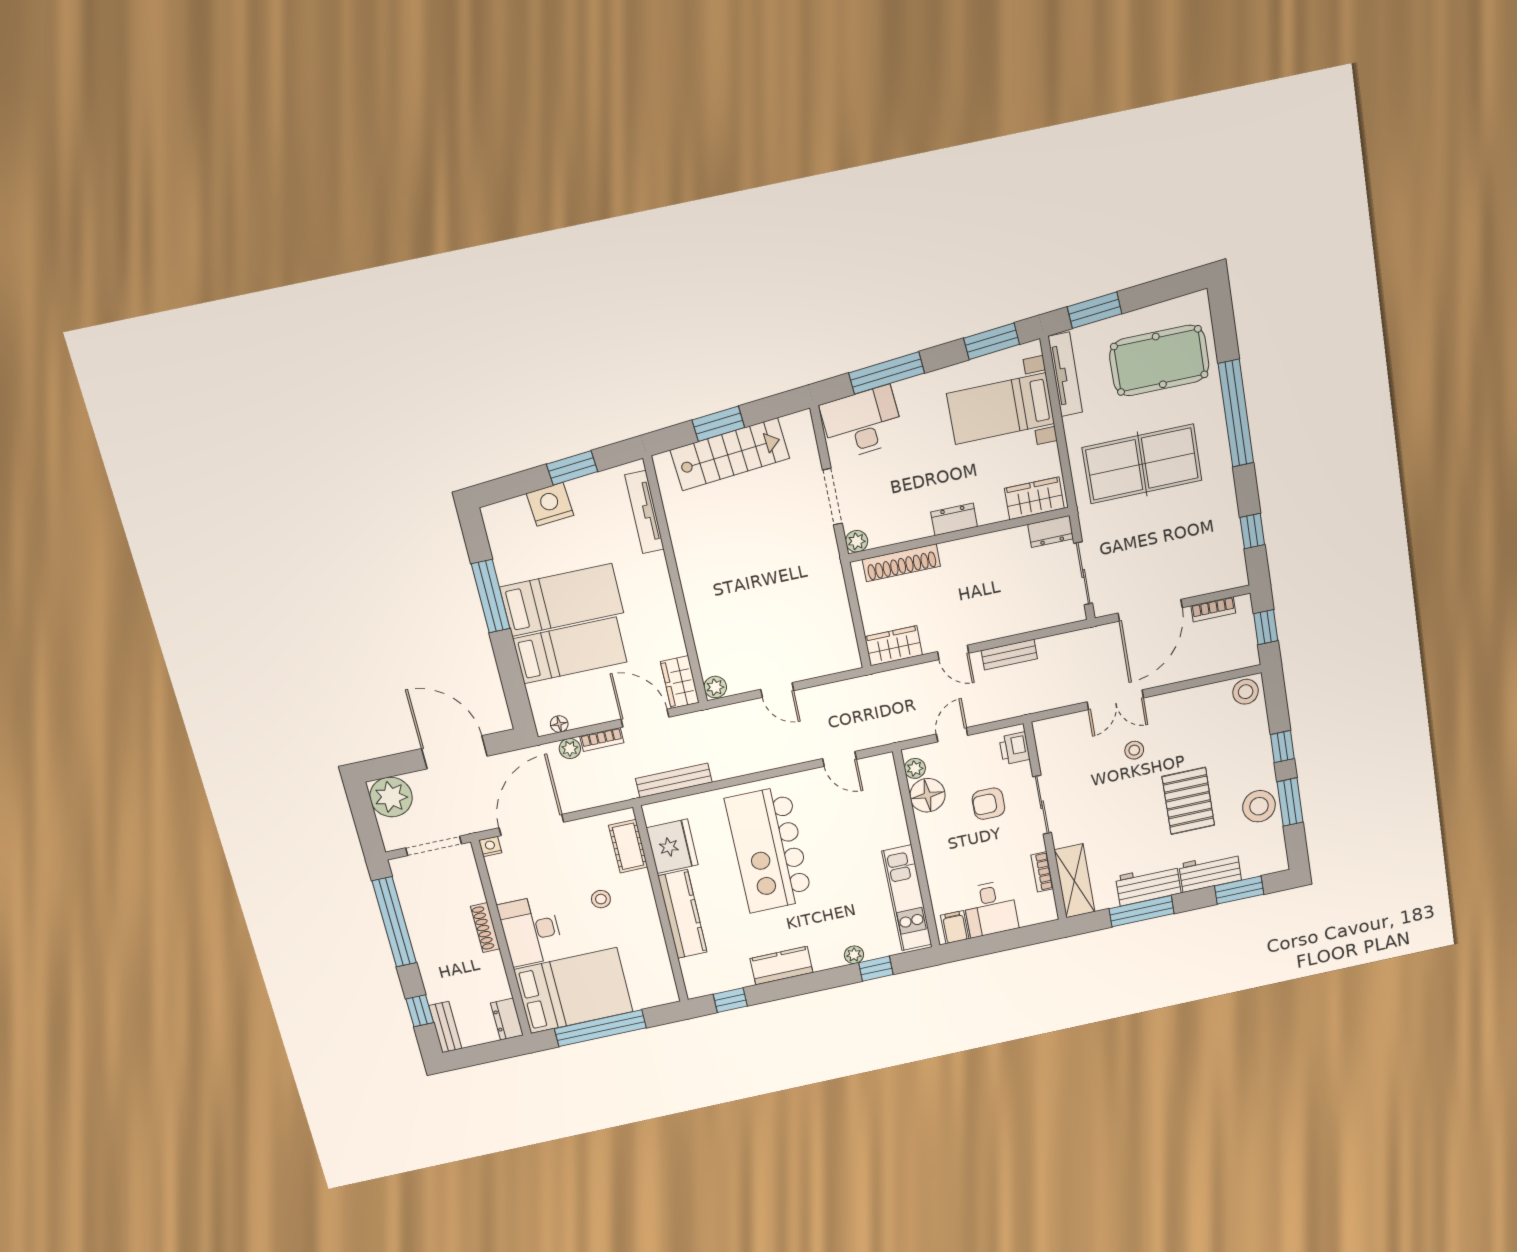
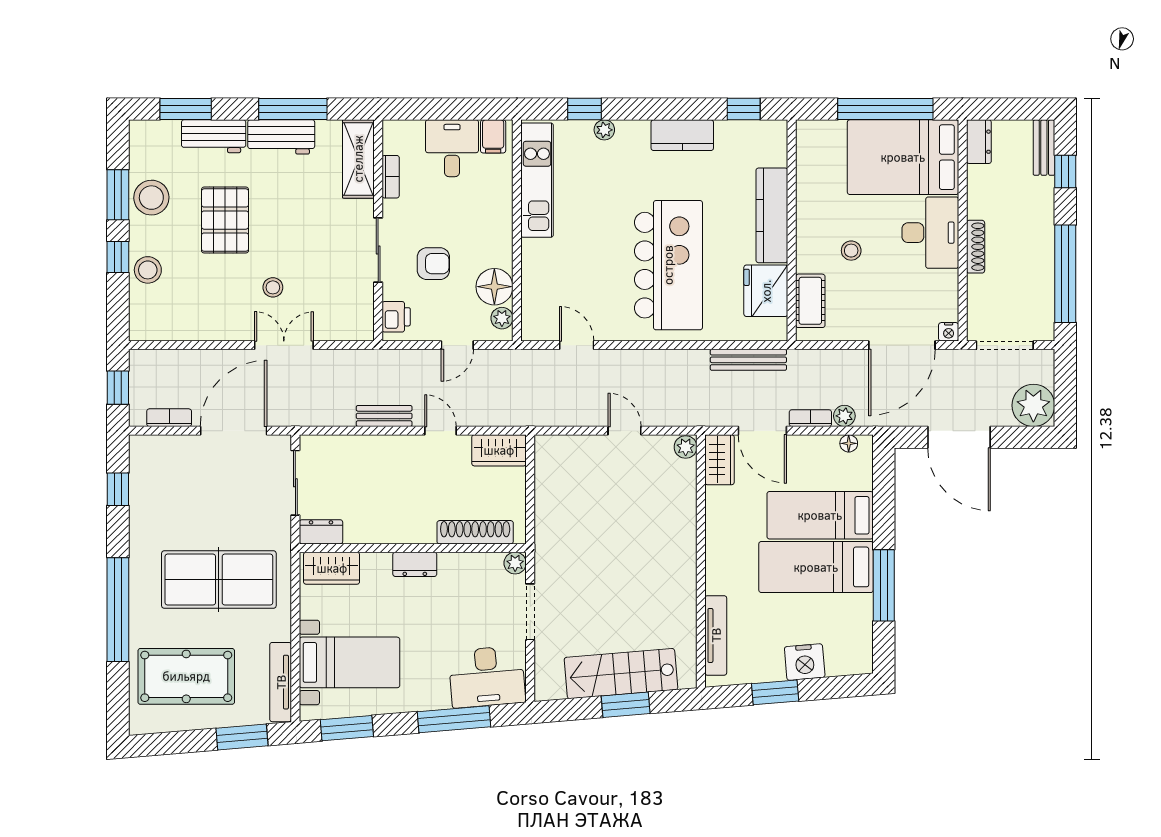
stool: (1246, 692) -> (148, 270), moved

